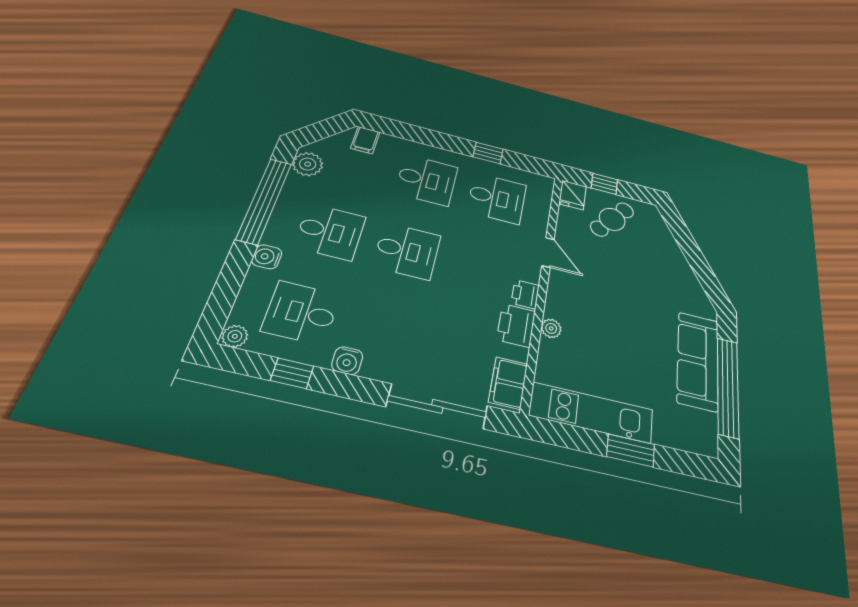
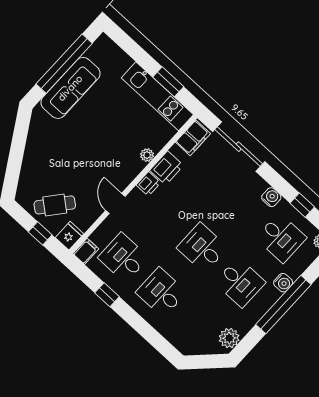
filing cabinet: (365, 140) -> (86, 251), moved
window: (264, 201) -> (283, 305), moved
desk: (330, 232) -> (240, 282), turned 180
window: (631, 450) -> (168, 82), moved

